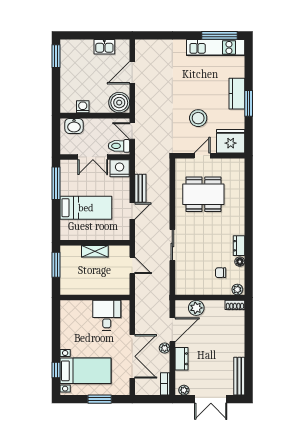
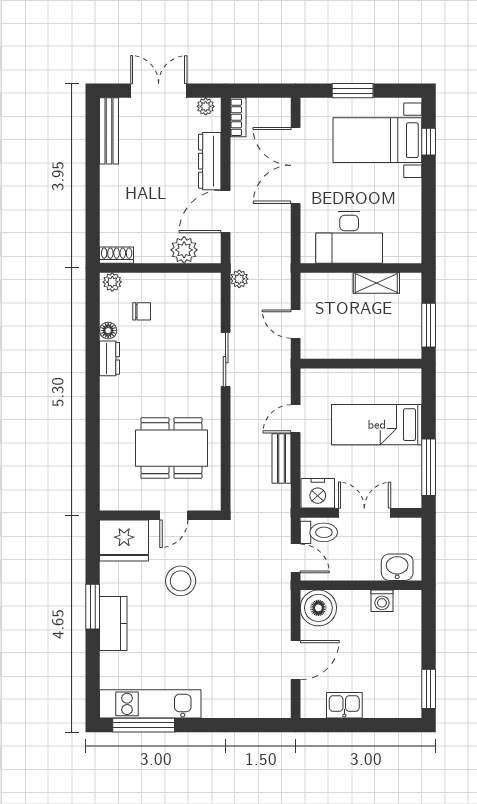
shelving: (95, 251) -> (376, 283), moved
desk: (107, 315) -> (349, 237), width x1.37
plant: (165, 348) -> (239, 279), moved
dresser: (181, 359) -> (210, 161), width x1.44

